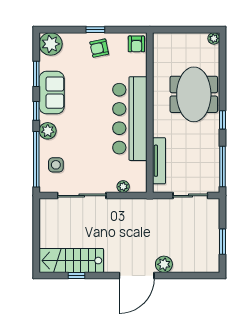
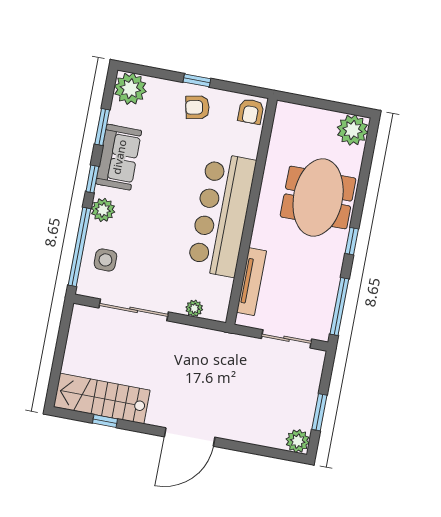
plant: (214, 38) -> (352, 130), width x1.88, depth x1.88
plant: (164, 264) -> (298, 441), moved

